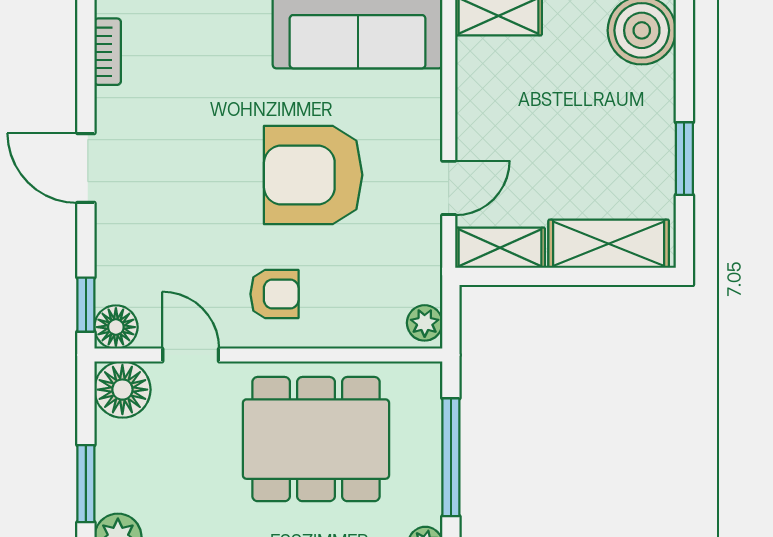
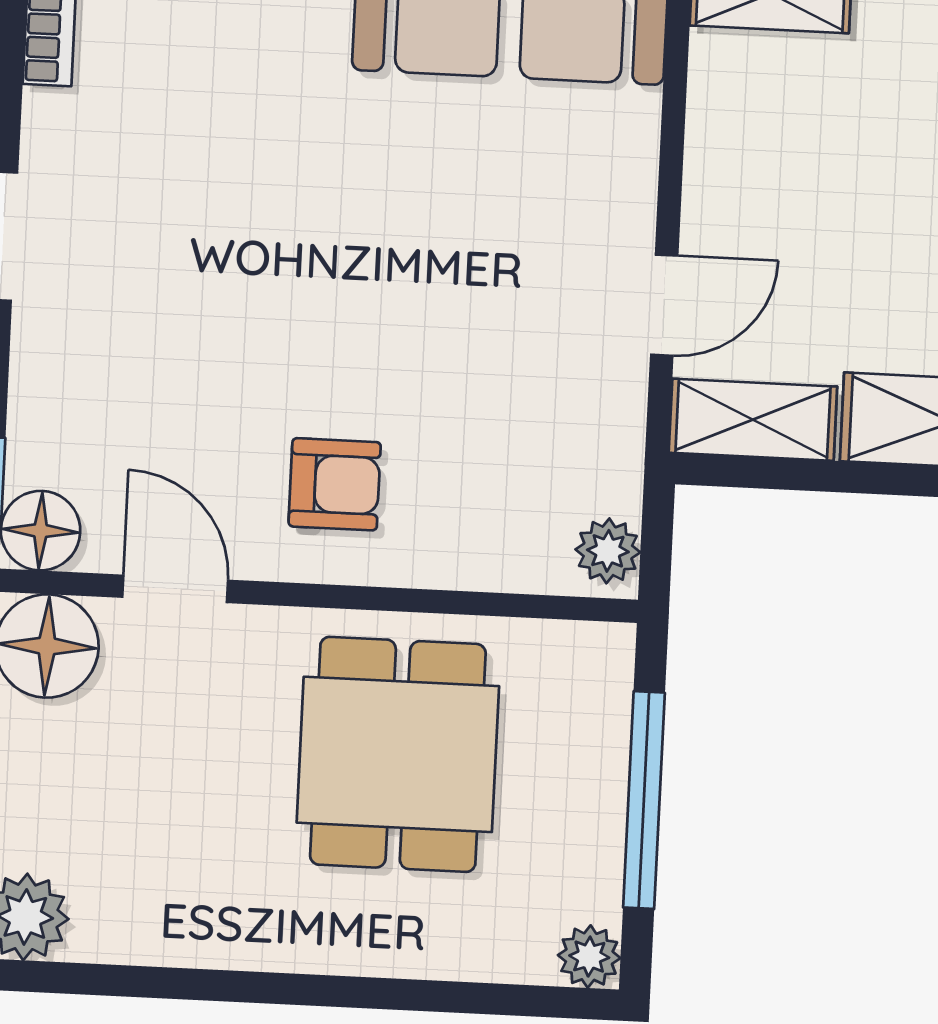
armchair: (313, 175) -> (416, 269), removed
dining table: (316, 439) -> (398, 754), width x0.73

